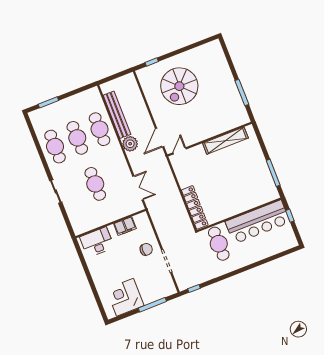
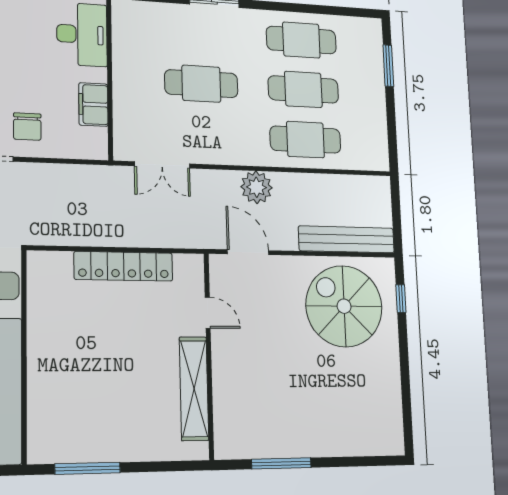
spiral stairs: (179, 86) -> (344, 306), moved
bench: (117, 115) -> (347, 239), moved
door: (180, 151) -> (208, 313), moved
locker: (195, 207) -> (124, 266), moved

